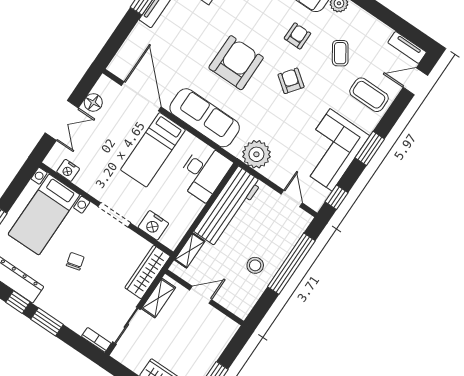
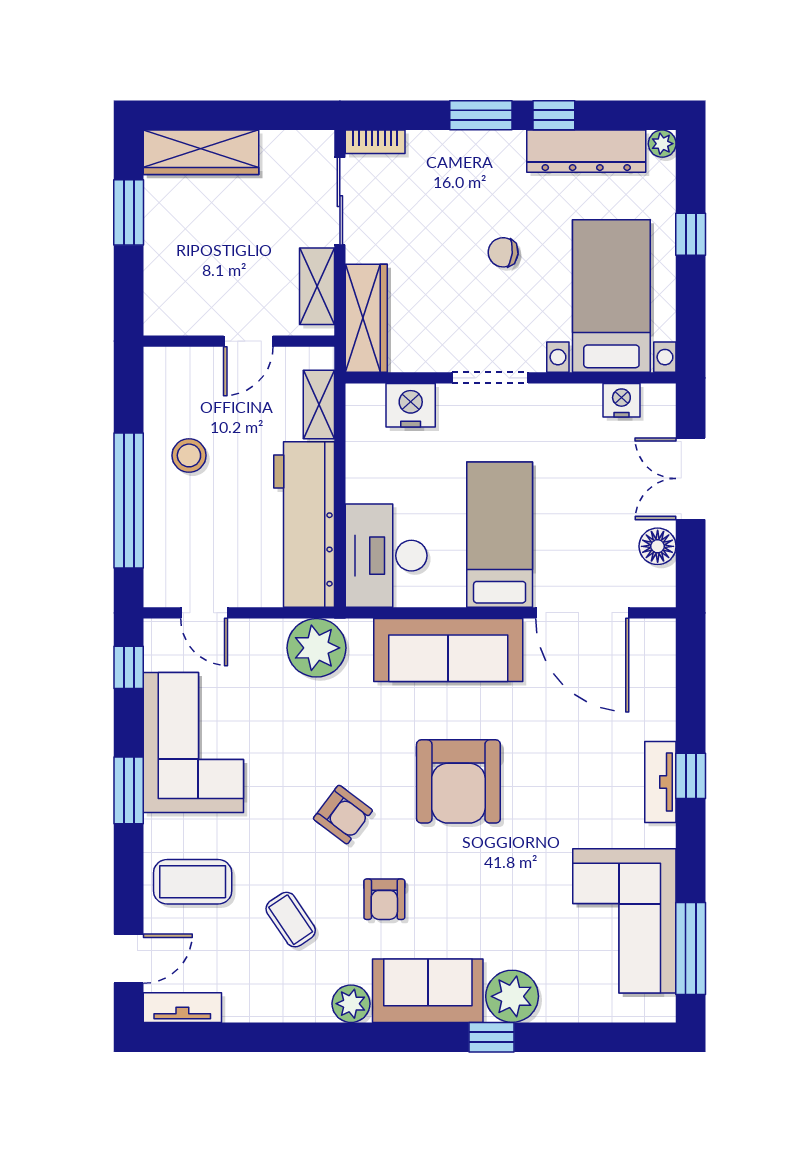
chair: (75, 261) -> (503, 252), turned 111

